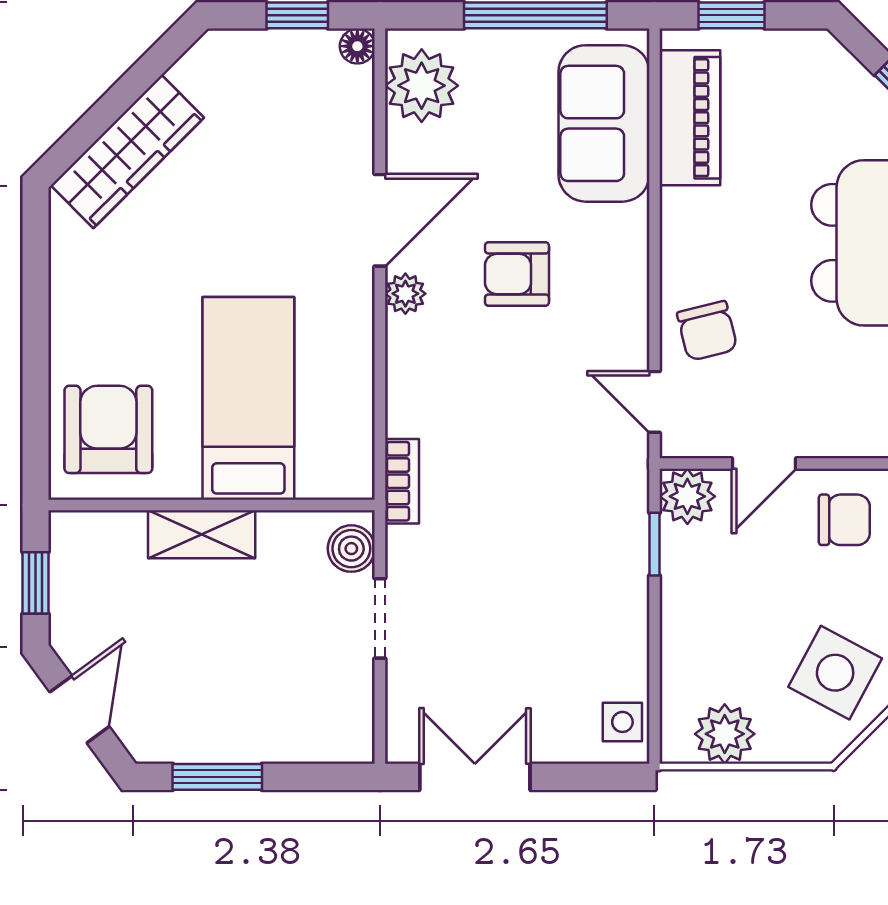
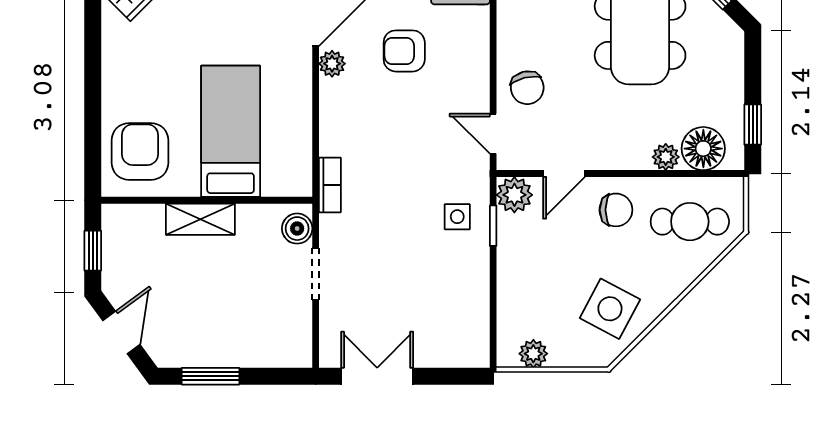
side table: (622, 722) -> (457, 217), moved
plant: (725, 734) -> (533, 354), width x0.73, depth x0.73

